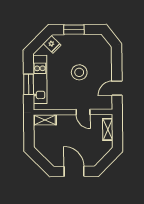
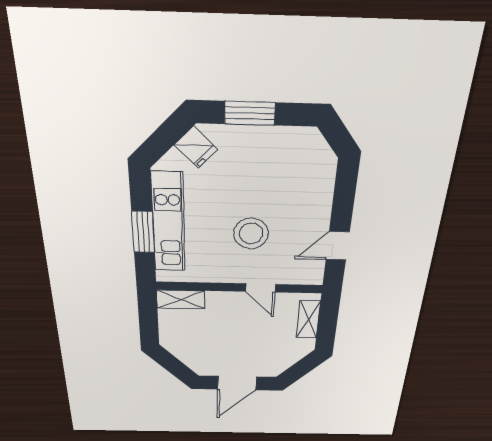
stool: (79, 72) -> (251, 233), moved
door: (74, 171) -> (237, 383), swing flipped

